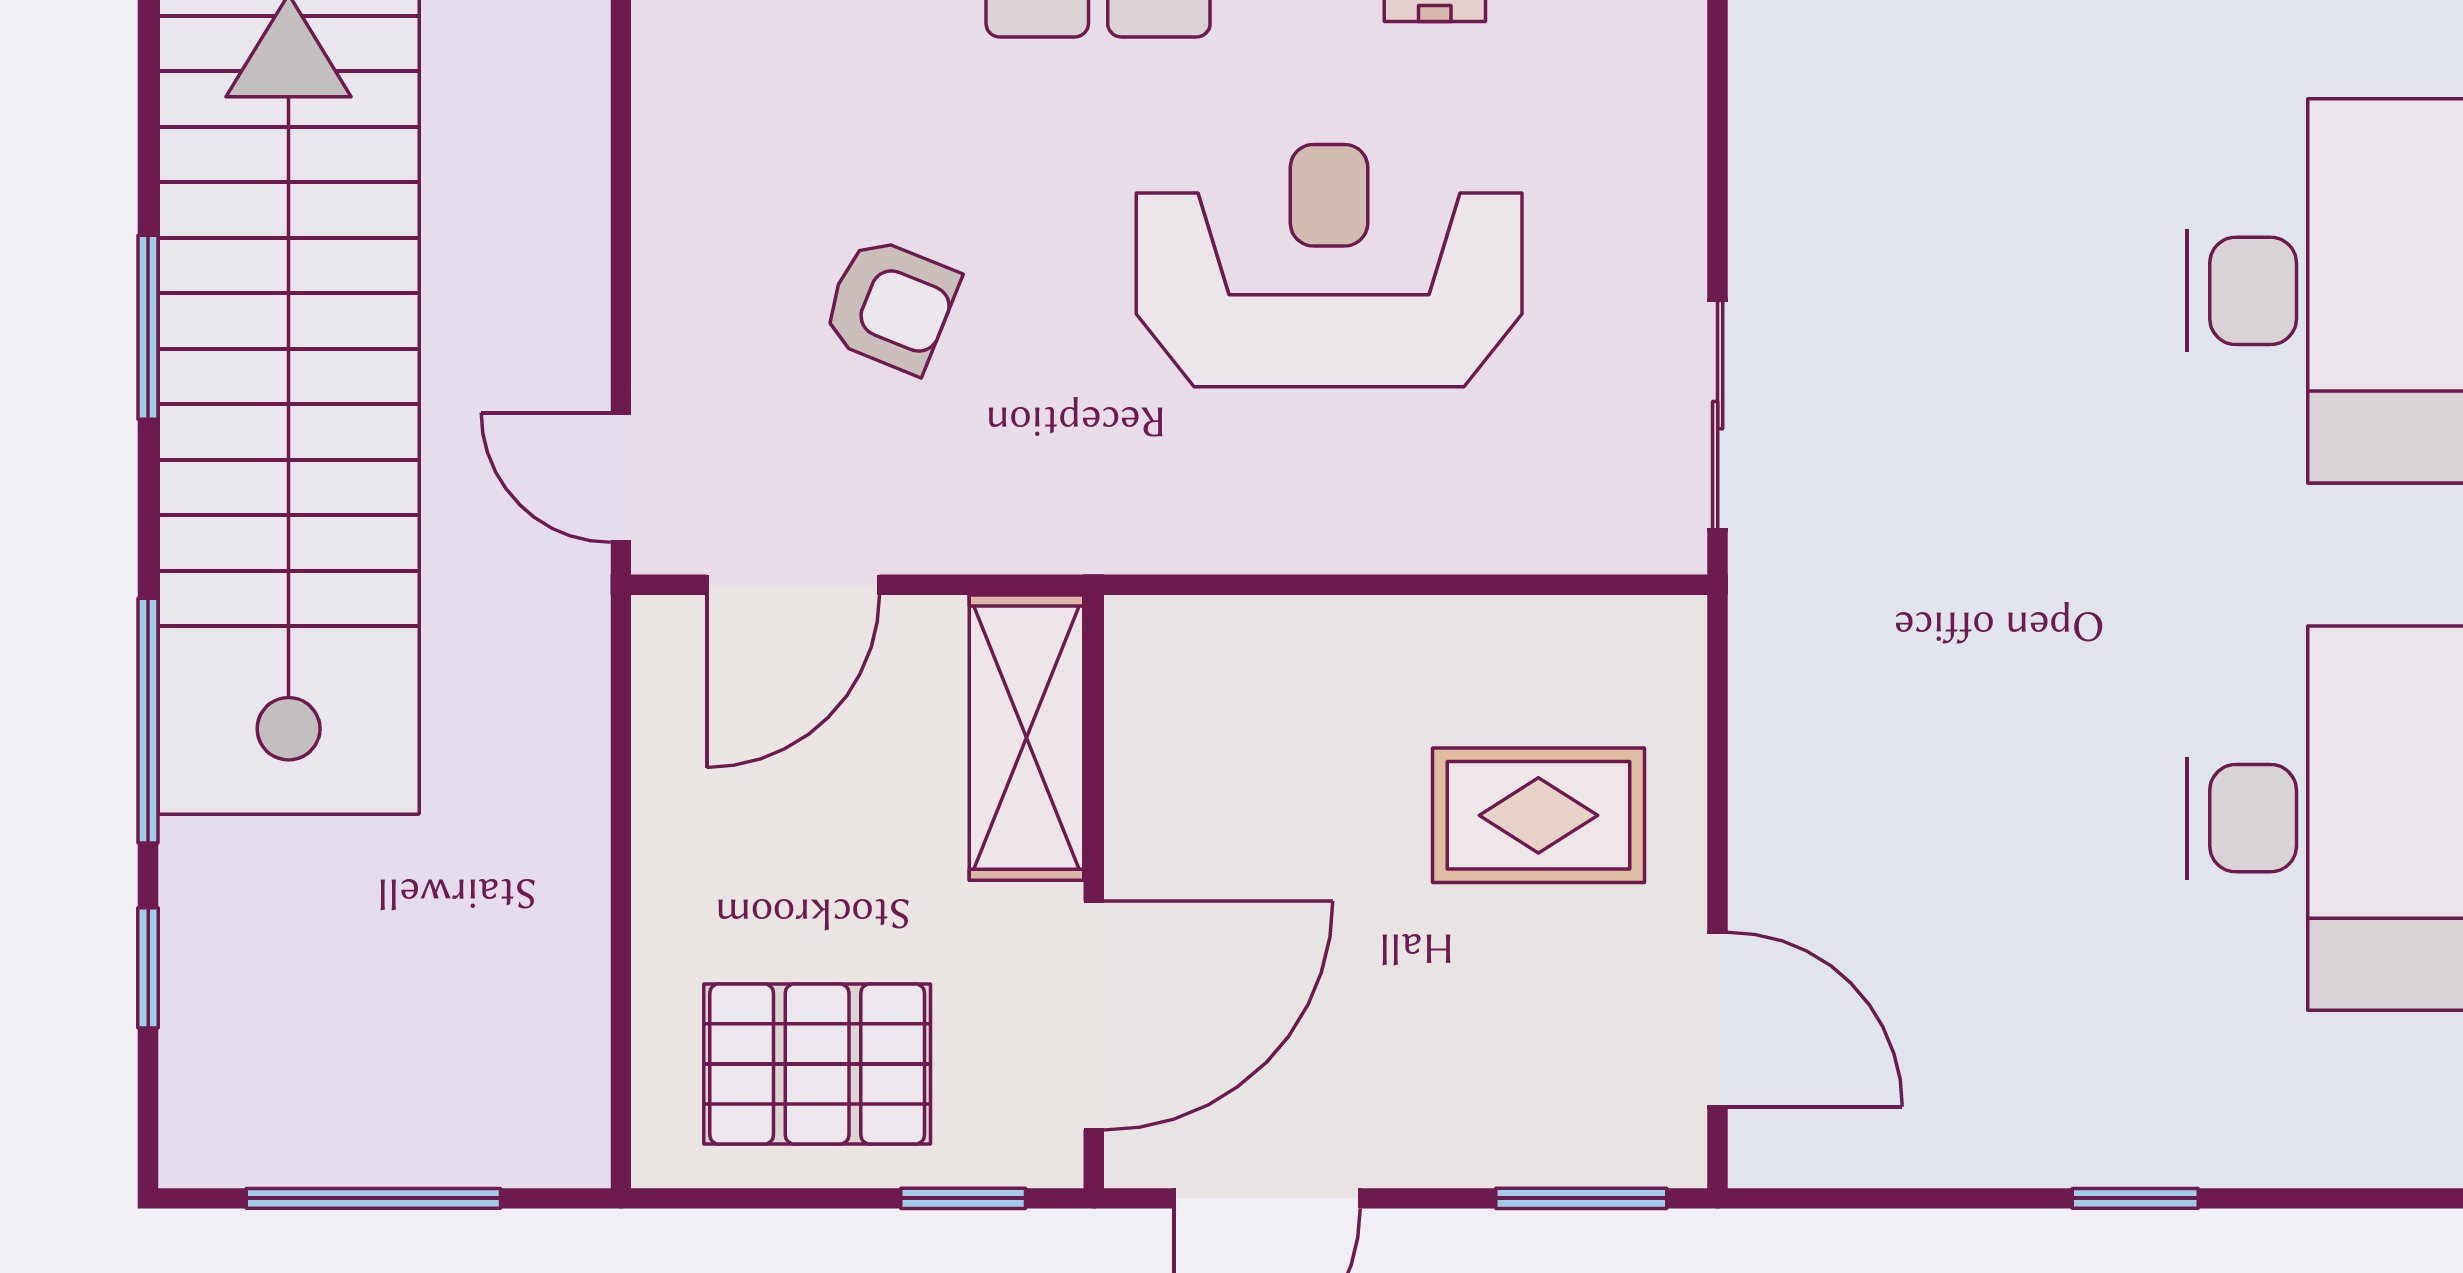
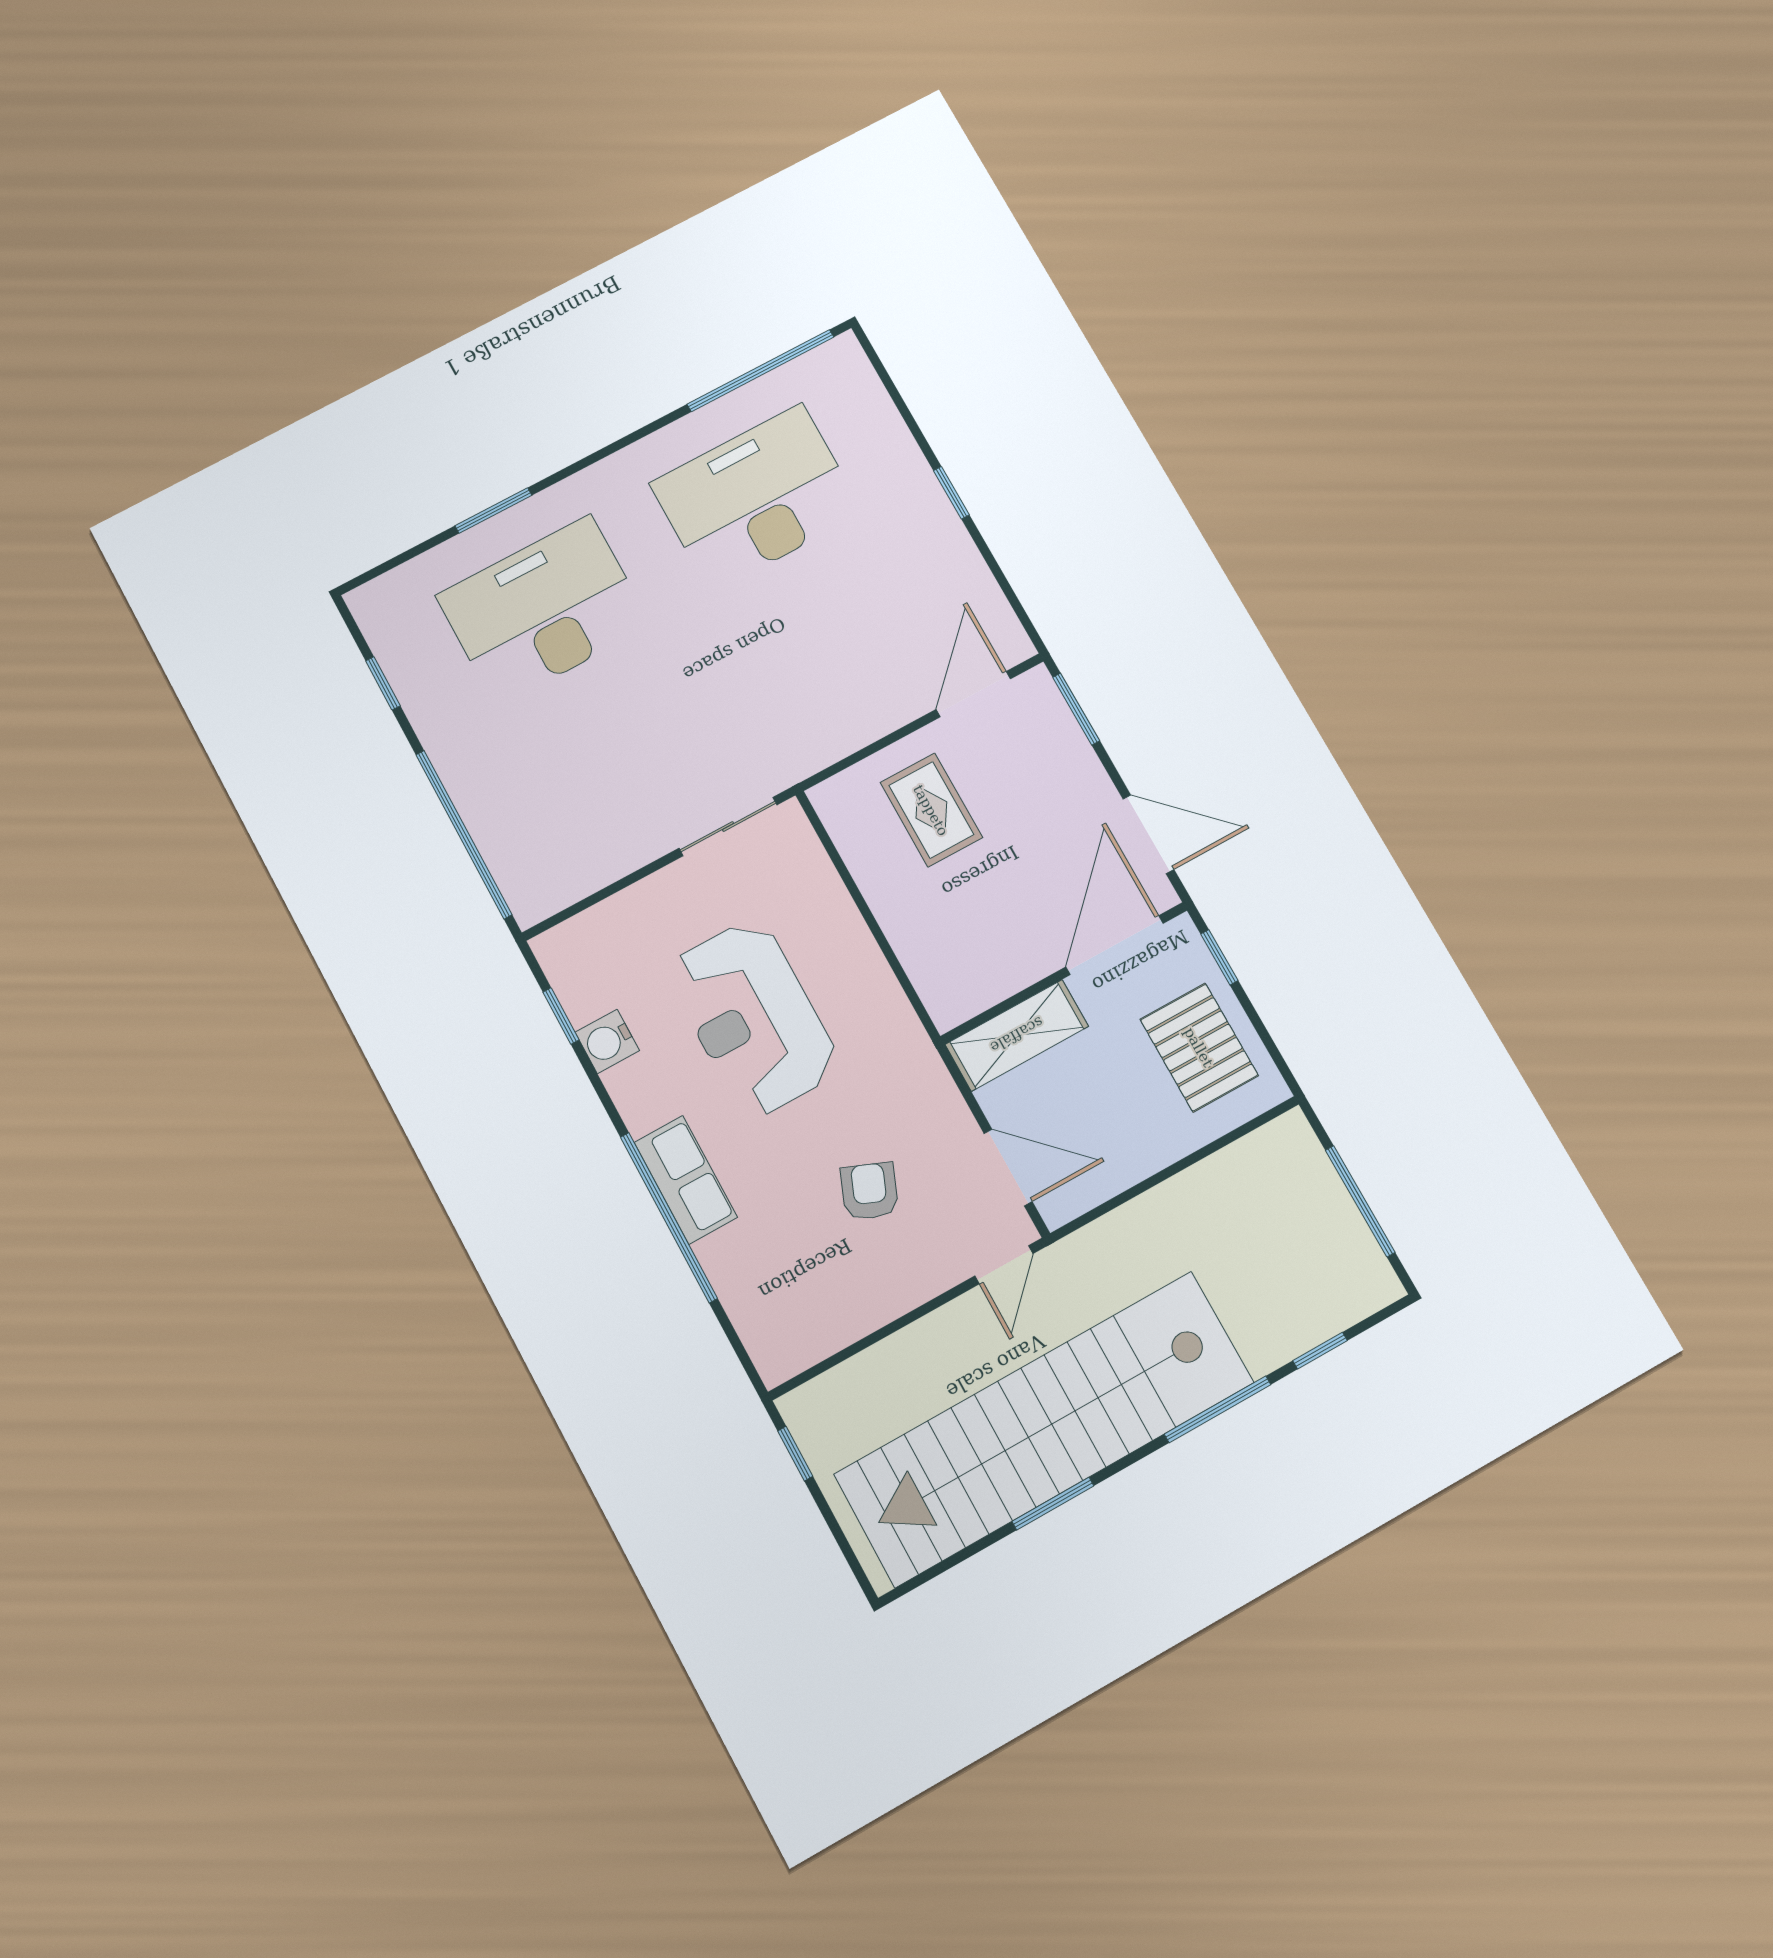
door: (1094, 1015) -> (1115, 945), hinge flipped

